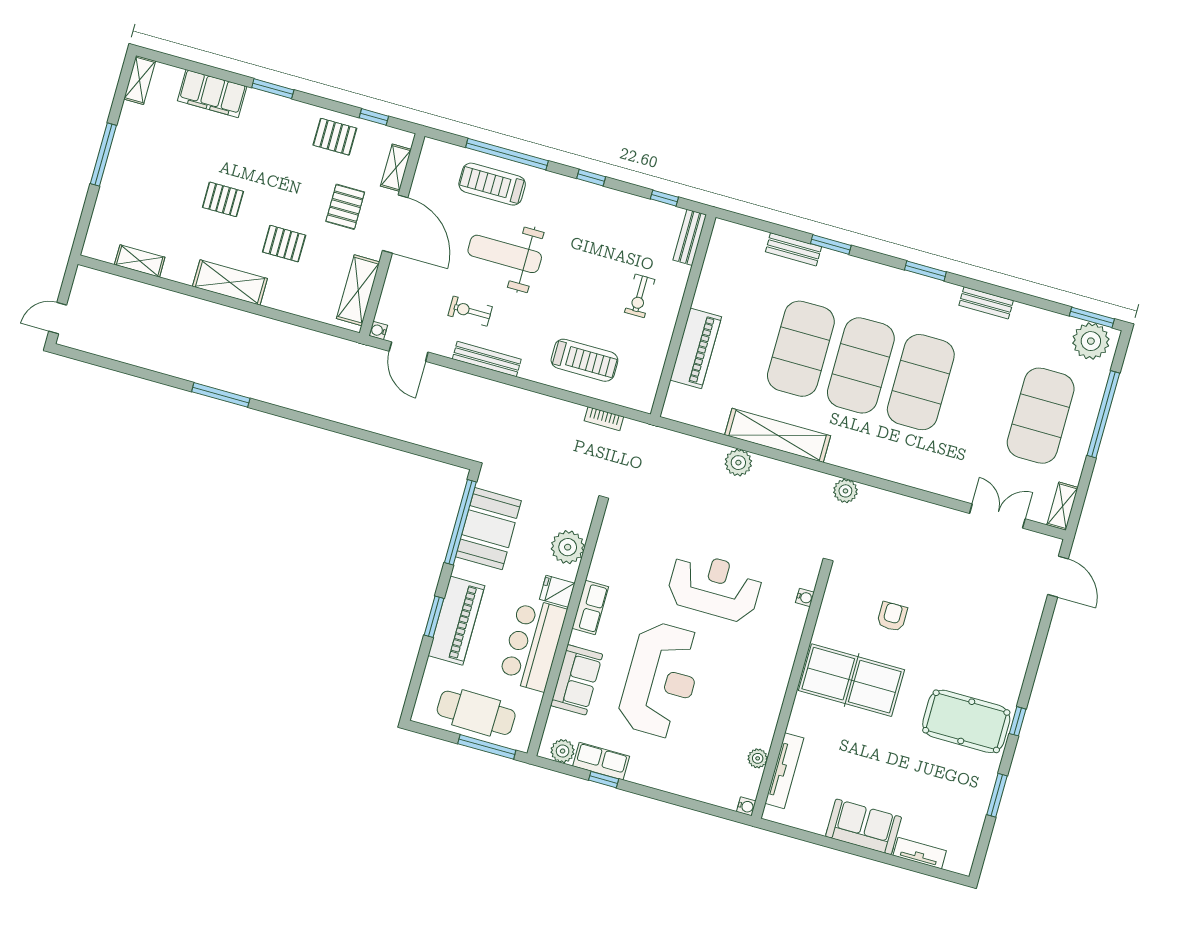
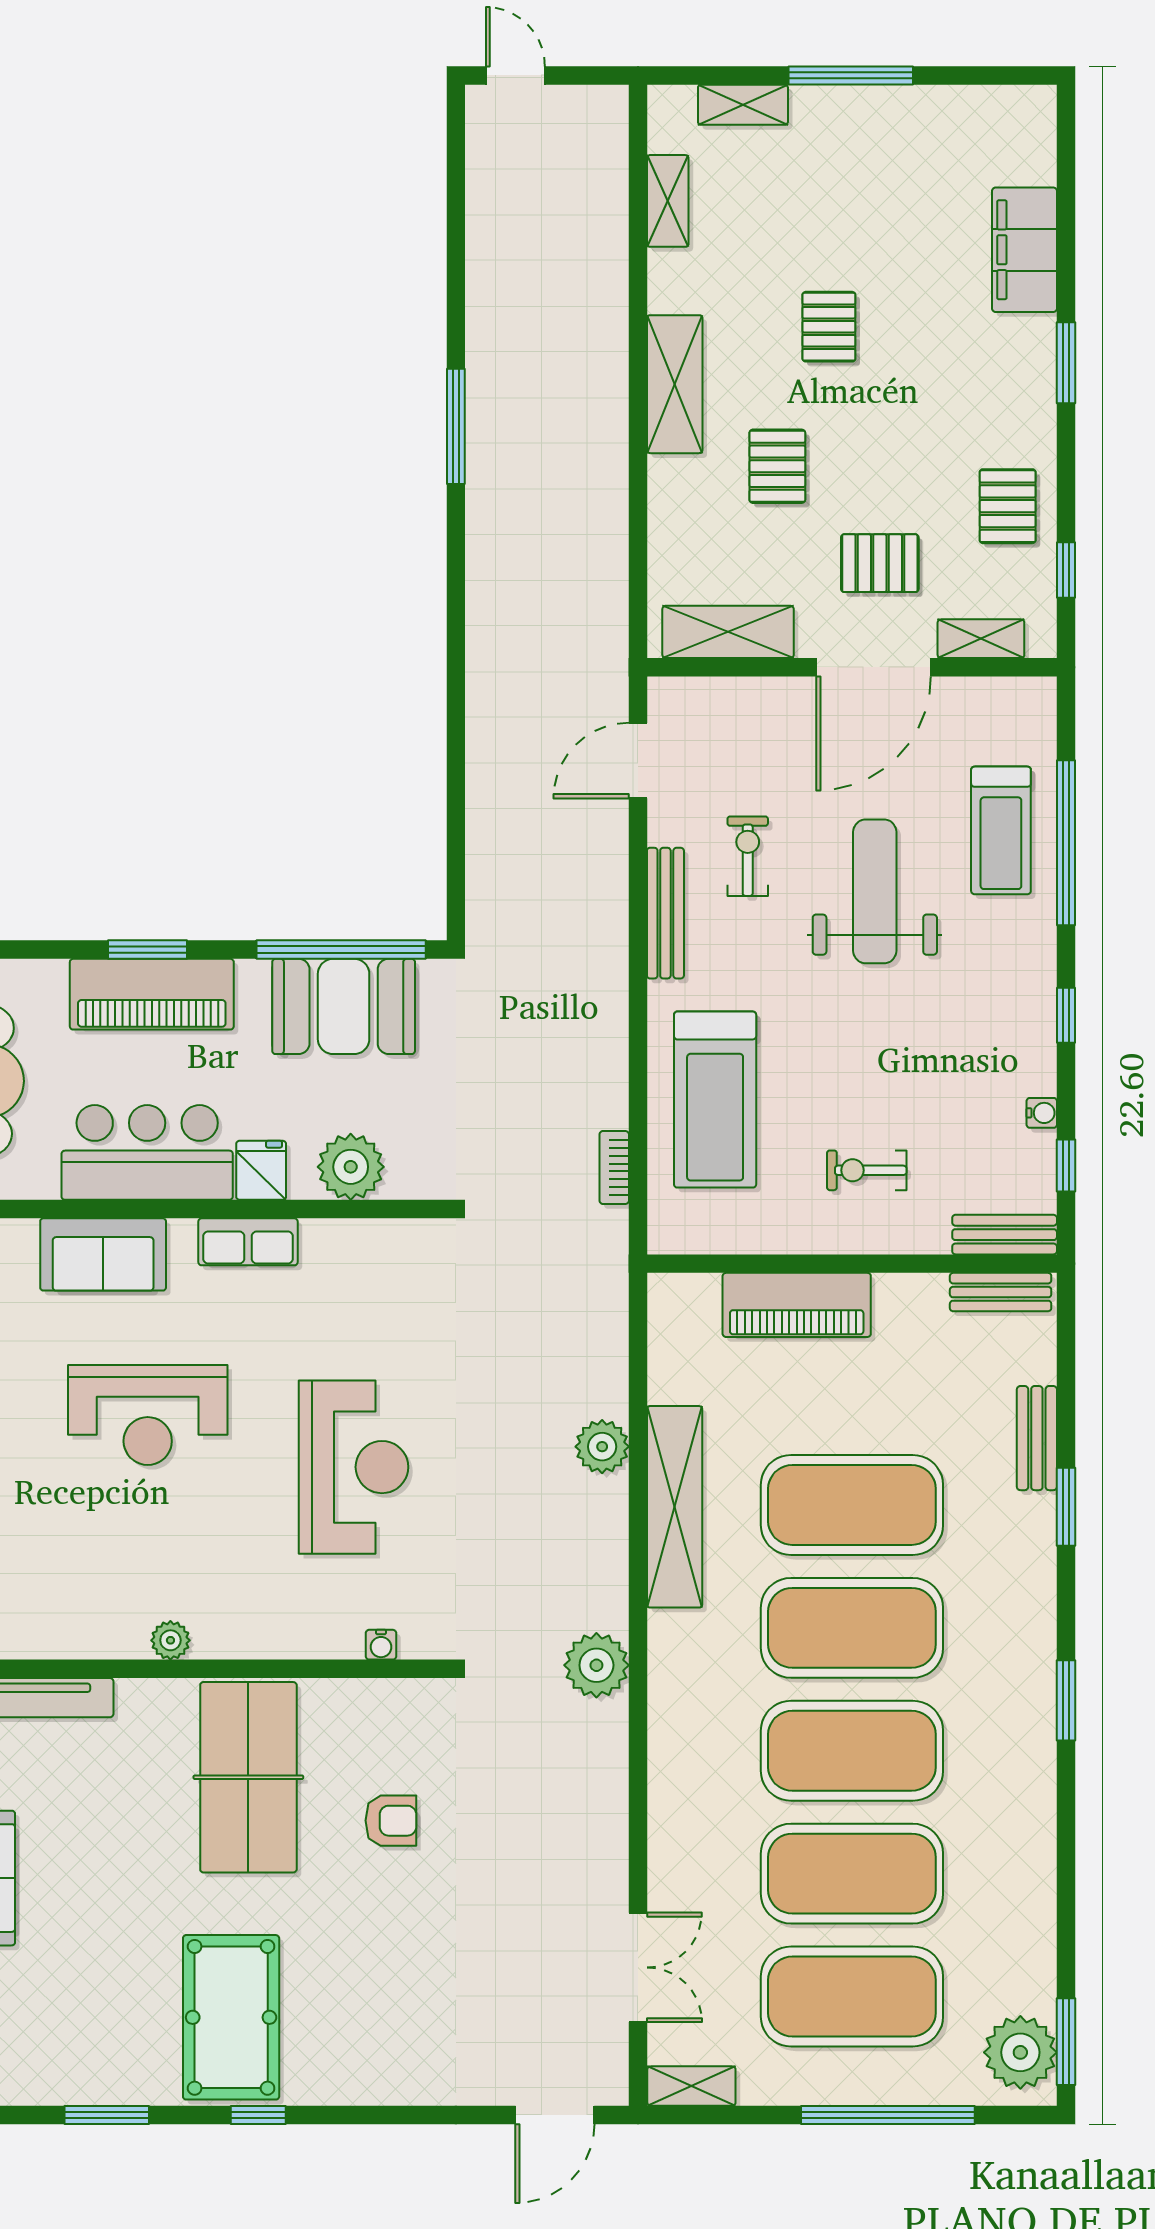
shelving: (140, 80) -> (743, 105), moved
treadmill: (492, 184) -> (1001, 830), turned 180
bench: (986, 303) -> (1001, 1292), moved, turned 90
water cooler: (378, 330) -> (1042, 1113), moved, turned 90
treadmill: (584, 360) -> (715, 1100), width x1.37, depth x1.38
exercise mat: (981, 399) -> (852, 1874), added
plant: (845, 491) -> (596, 1665), width x1.36, depth x1.36
reception desk: (661, 680) -> (148, 1415), width x0.74, depth x0.77
plant: (758, 758) -> (170, 1640), moved

